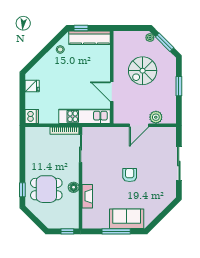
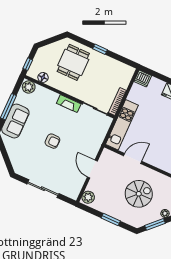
spiral stairs: (143, 71) -> (139, 194), turned 90
plant: (156, 117) -> (88, 197), moved
floor lamp: (74, 187) -> (43, 77), moved
window: (22, 190) -> (100, 49), moved
fireplace: (87, 196) -> (69, 104), moved
plant: (89, 221) -> (29, 87), added

